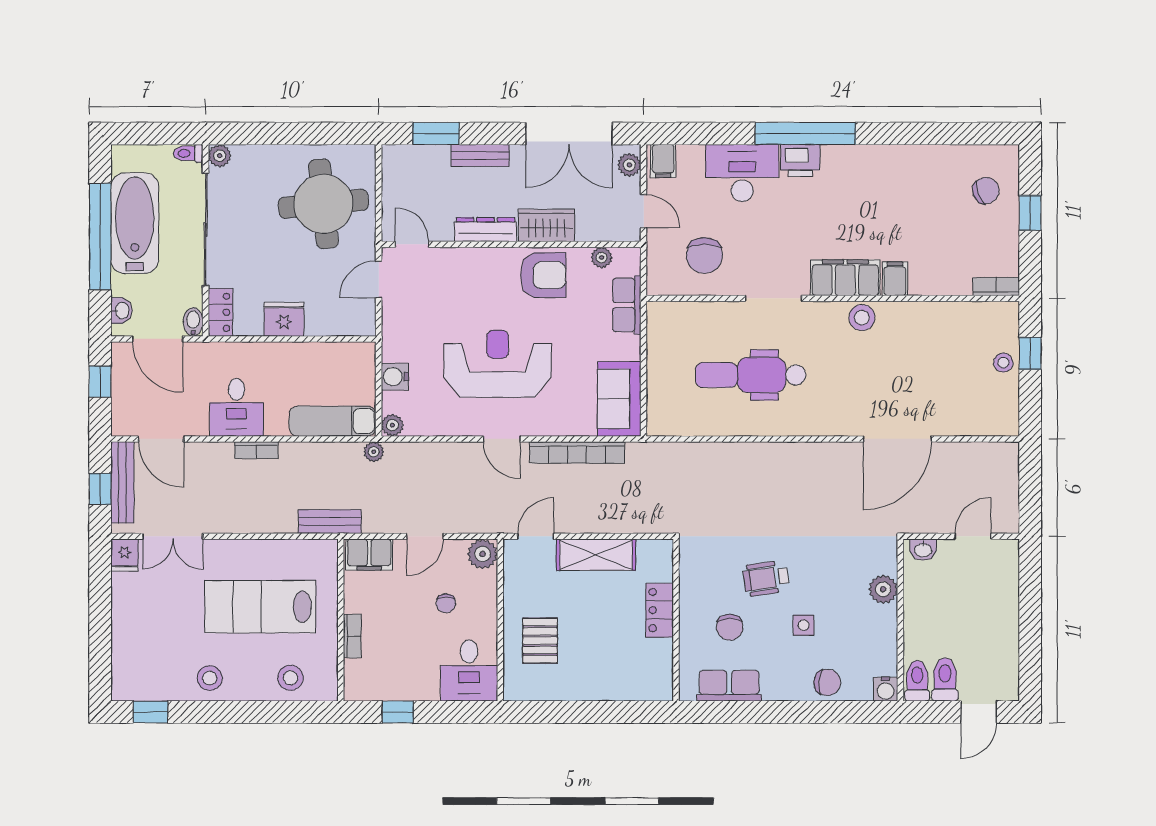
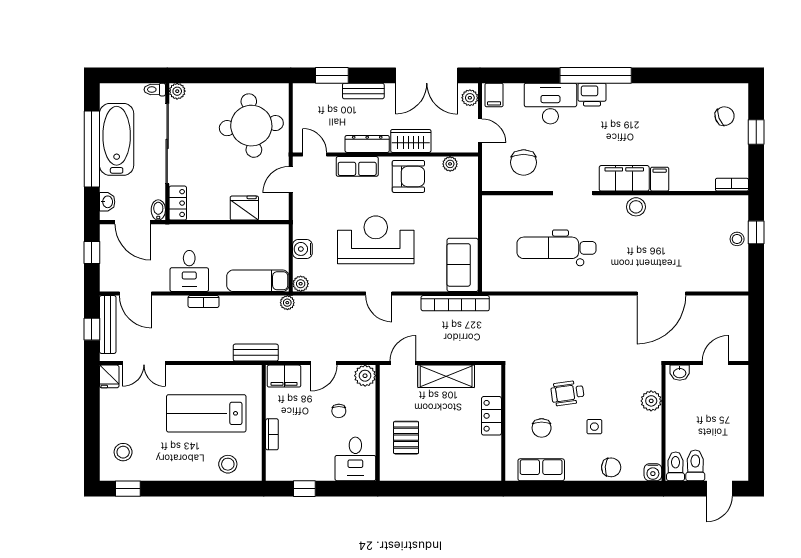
row of seats: (627, 305) -> (357, 166), moved, turned -90
fridge: (284, 319) -> (244, 208), moved
bookcase: (577, 452) -> (455, 303), moved
stool: (210, 678) -> (123, 452), moved

